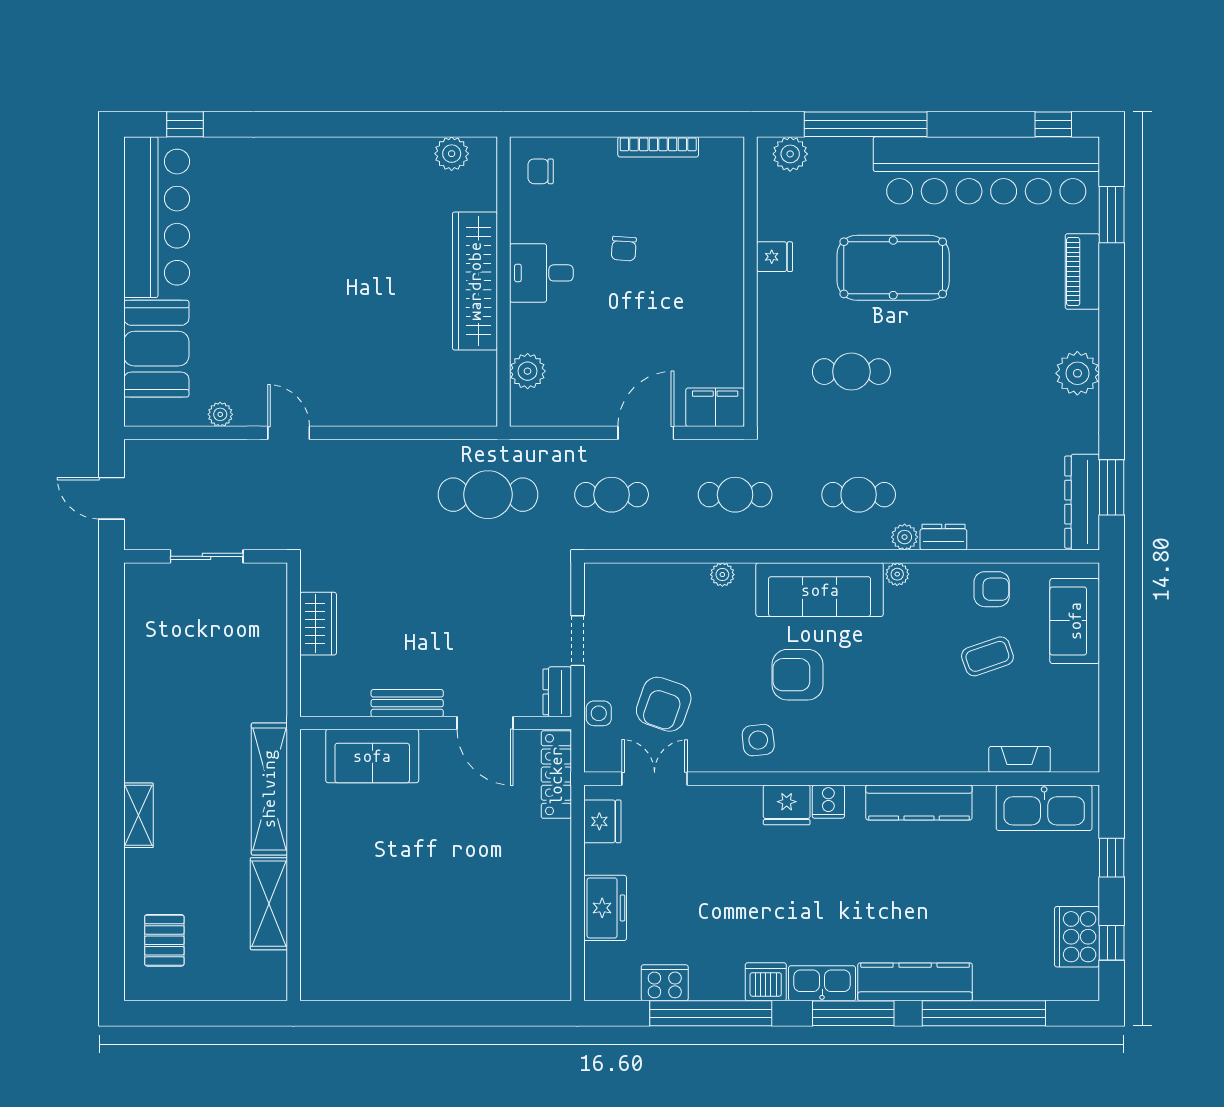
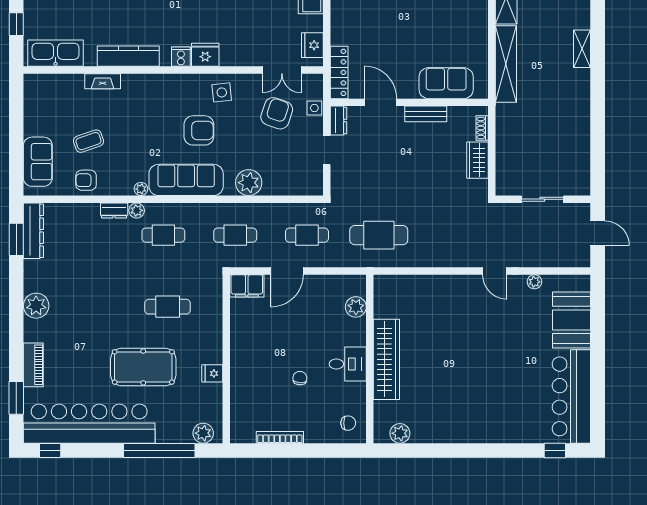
plant: (722, 575) -> (249, 183), width x1.87, depth x1.87
shoe rack: (310, 679) -> (482, 128), added
fireplace: (1019, 759) -> (103, 81), moved

